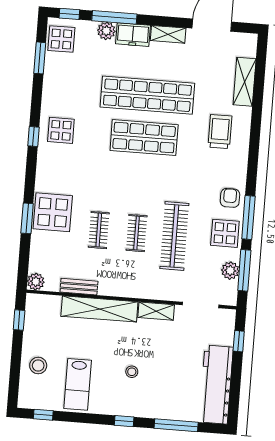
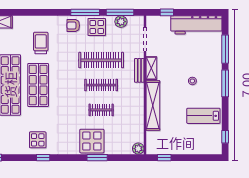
trolley: (220, 132) -> (41, 43), moved, turned 90
clothes rail: (137, 233) -> (101, 85), width x1.36
bench: (79, 287) -> (139, 70), moved
stool: (38, 365) -> (193, 143), removed
lab bench: (78, 384) -> (203, 116), turned 180
window: (124, 421) -> (225, 83), width x2.17

